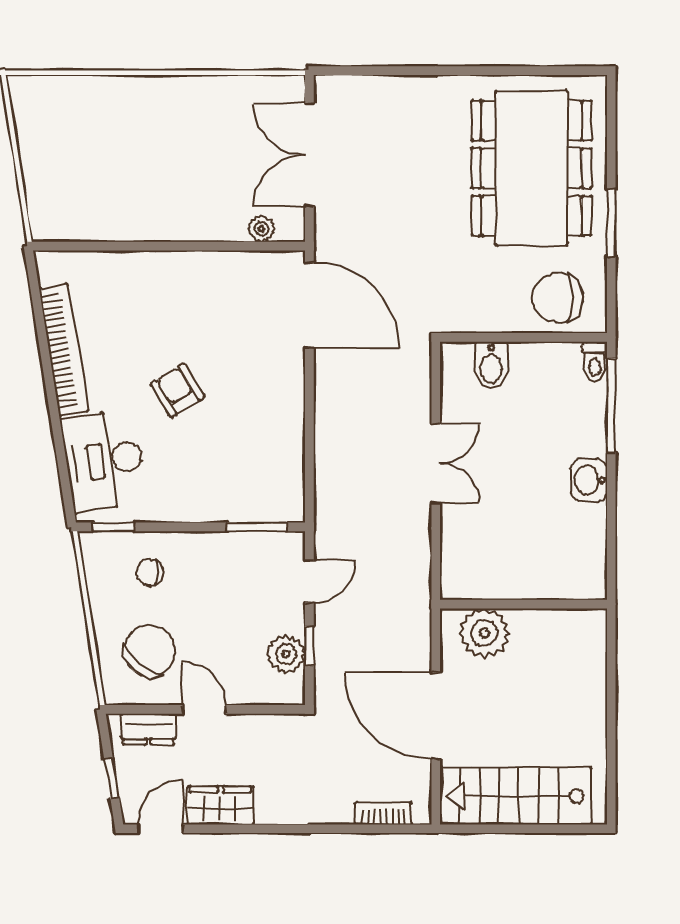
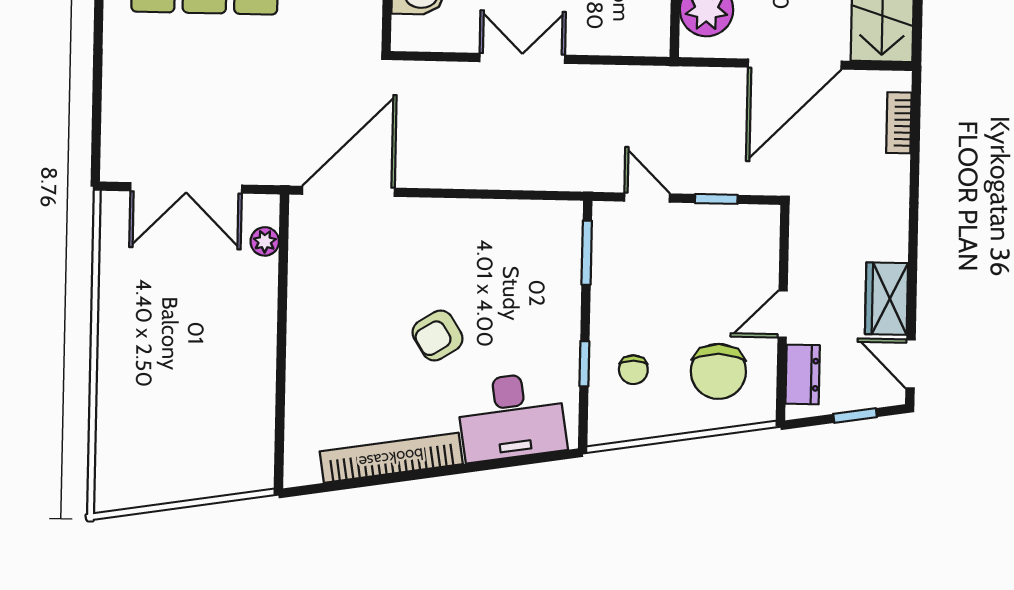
window: (114, 527) -> (584, 364), moved
chair: (150, 651) -> (718, 371), turned -128
plant: (286, 654) -> (725, 224), removed

